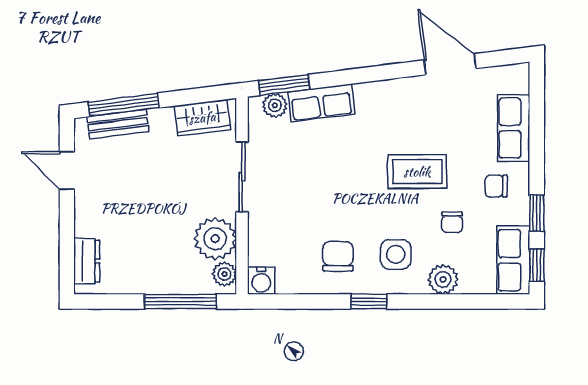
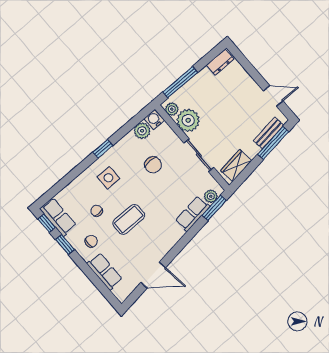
chair: (338, 256) -> (153, 165), moved
dresser: (87, 261) -> (220, 62), moved, turned -90
plant: (443, 279) -> (142, 131), moved

